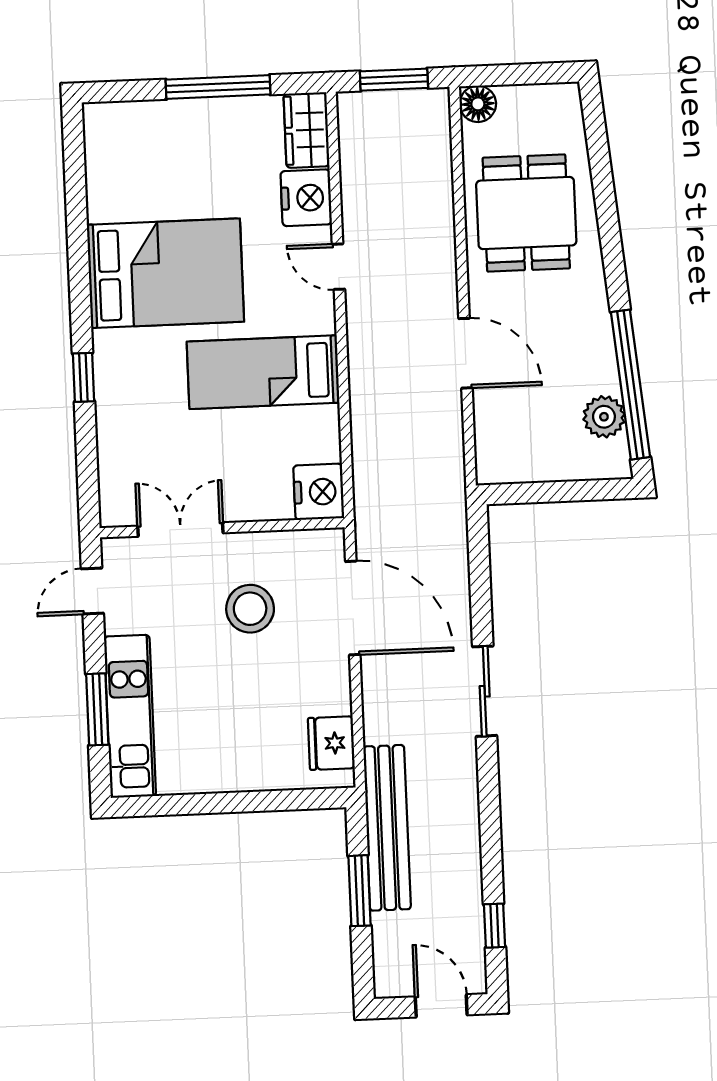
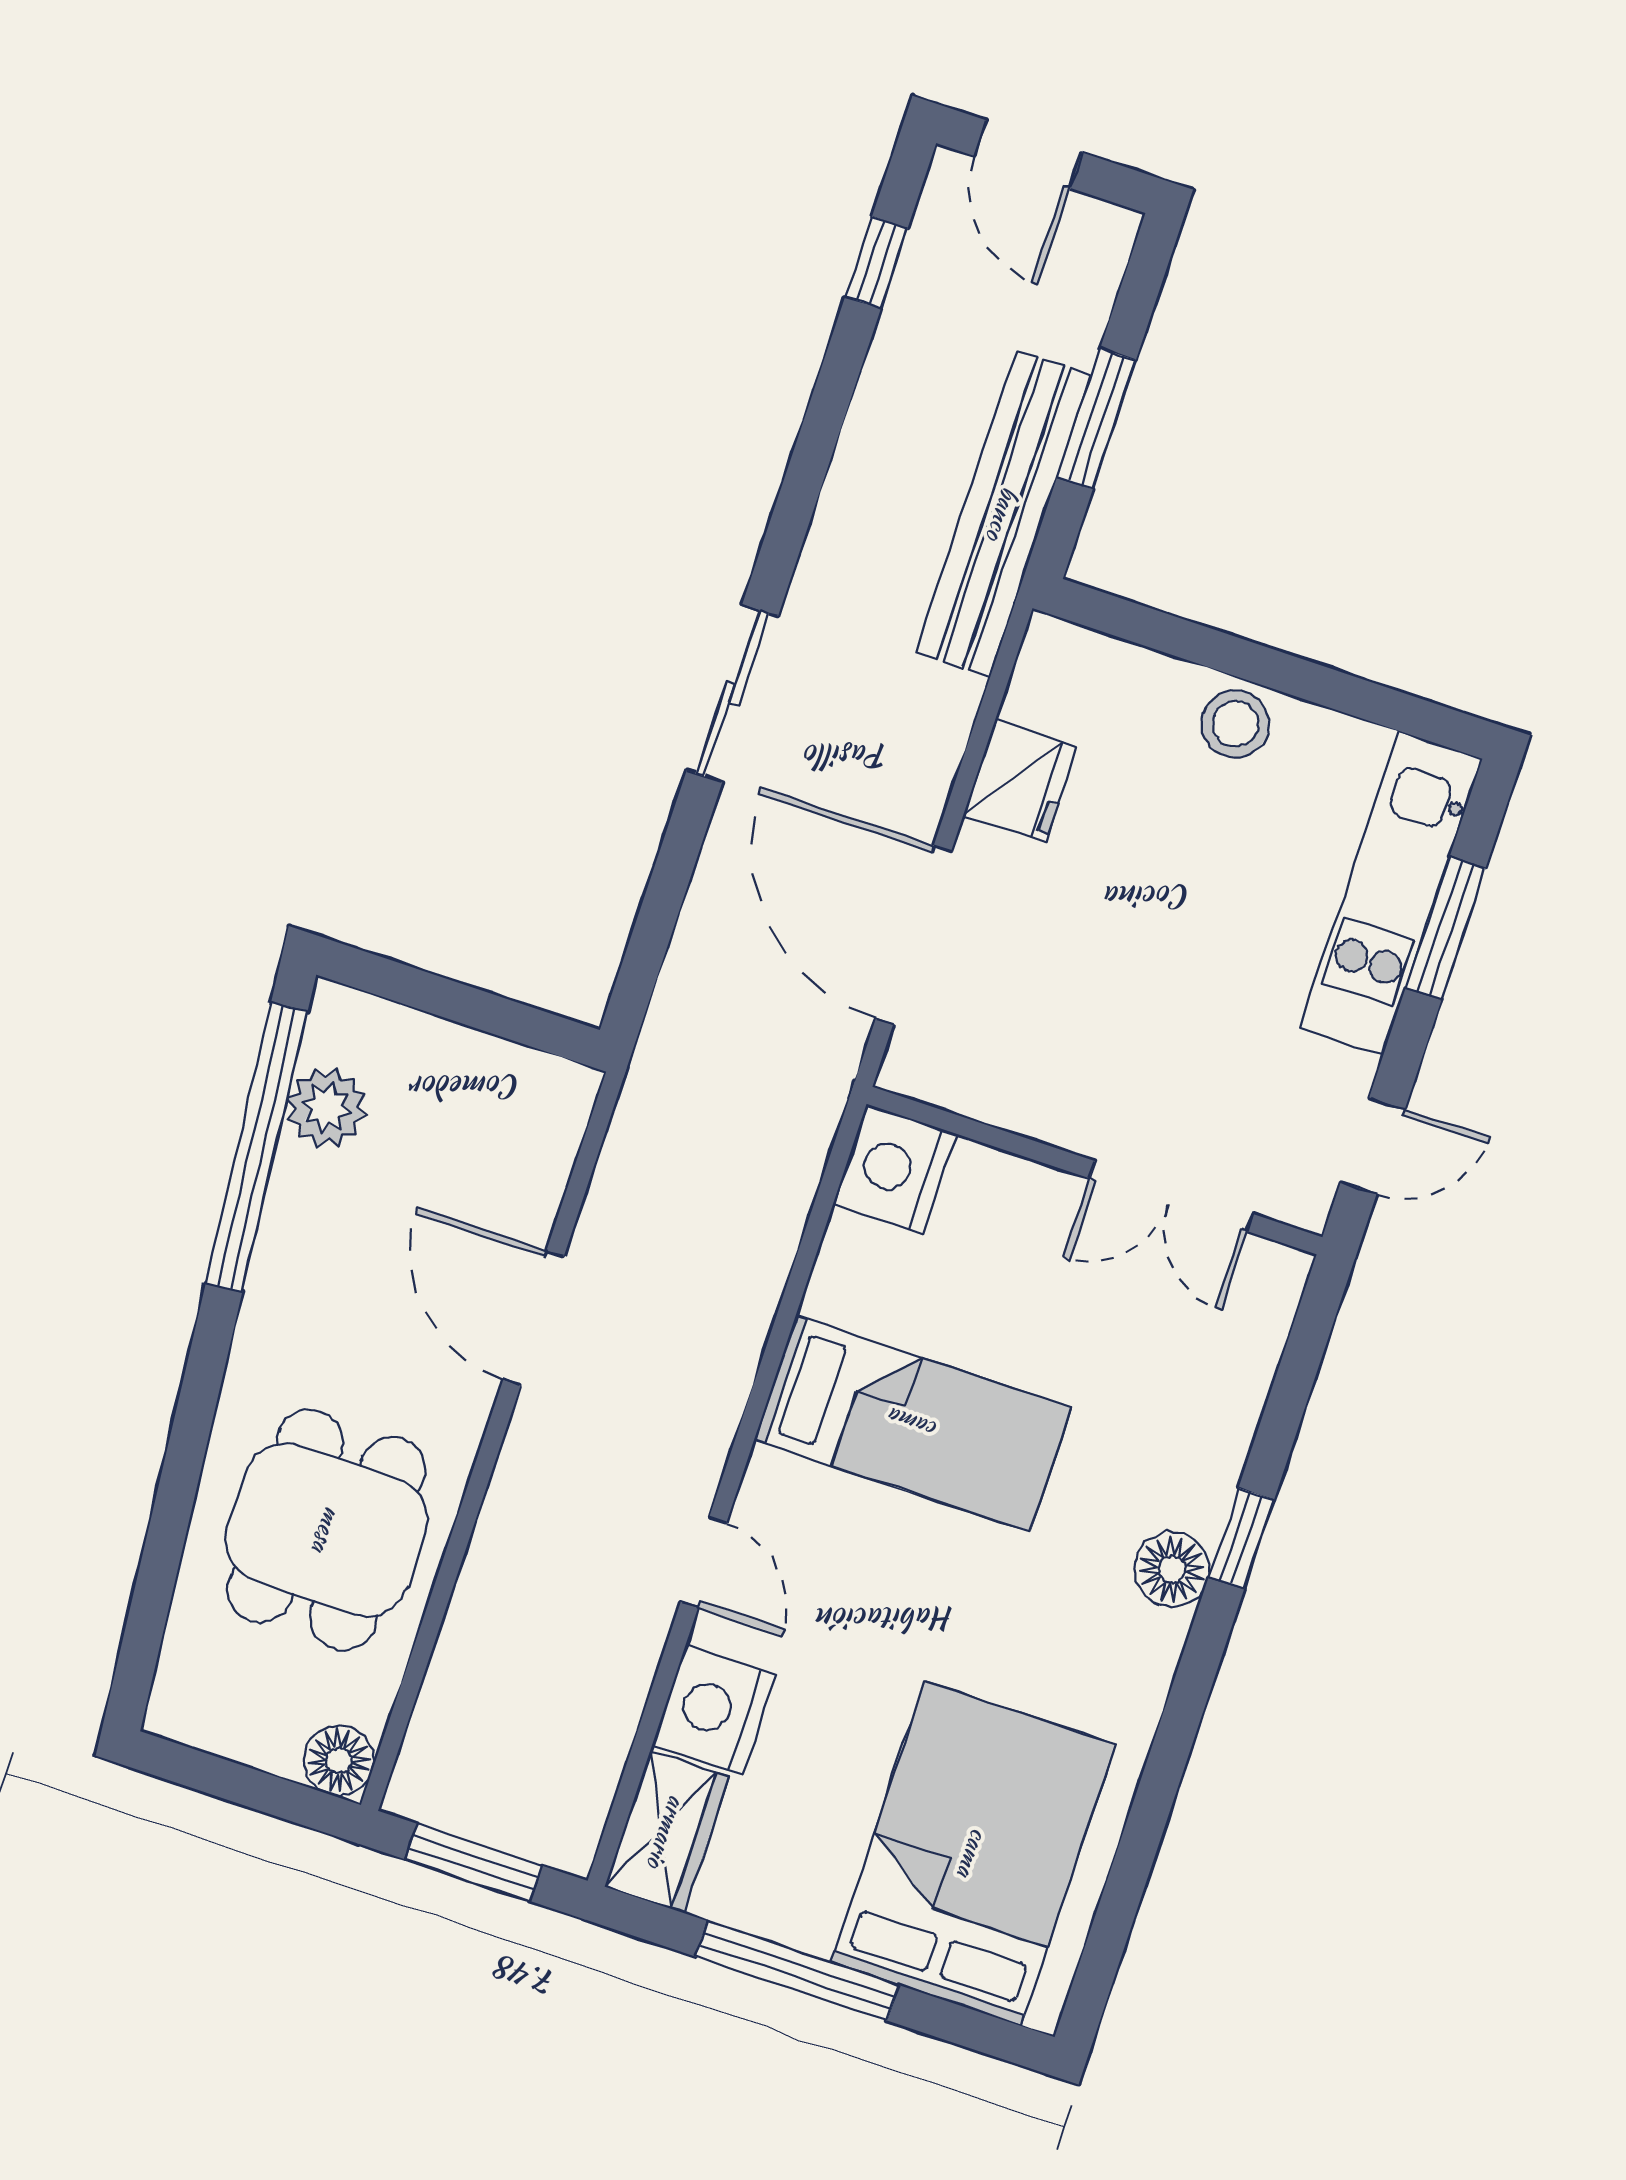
bed: (165, 273) -> (973, 1853), moved, turned 90
floor lamp: (111, 350) -> (1172, 1569), added
stool: (250, 609) -> (1235, 724), moved, width x0.73, depth x0.73
fridge: (331, 743) -> (1020, 781), moved

